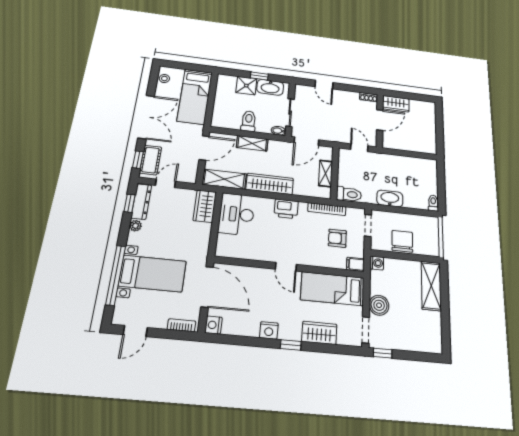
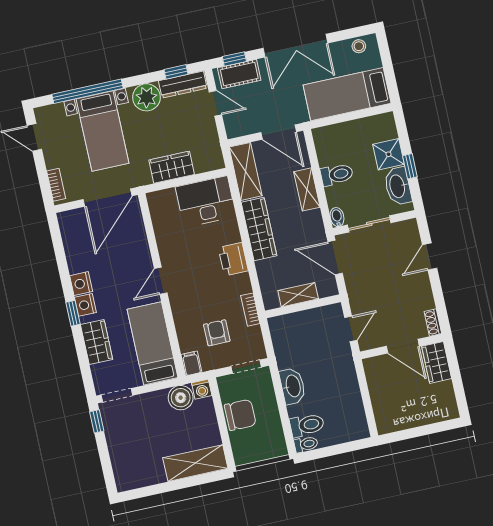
toilet: (349, 194) -> (307, 425), moved, turned -90
wardrobe: (205, 206) -> (172, 167), moved
bookcase: (327, 209) -> (250, 310), width x0.64
plant: (135, 226) -> (146, 97), width x1.88, depth x1.88
boiler: (379, 305) -> (181, 398), moved
nightstand: (213, 325) -> (85, 305), moved, turned -90

